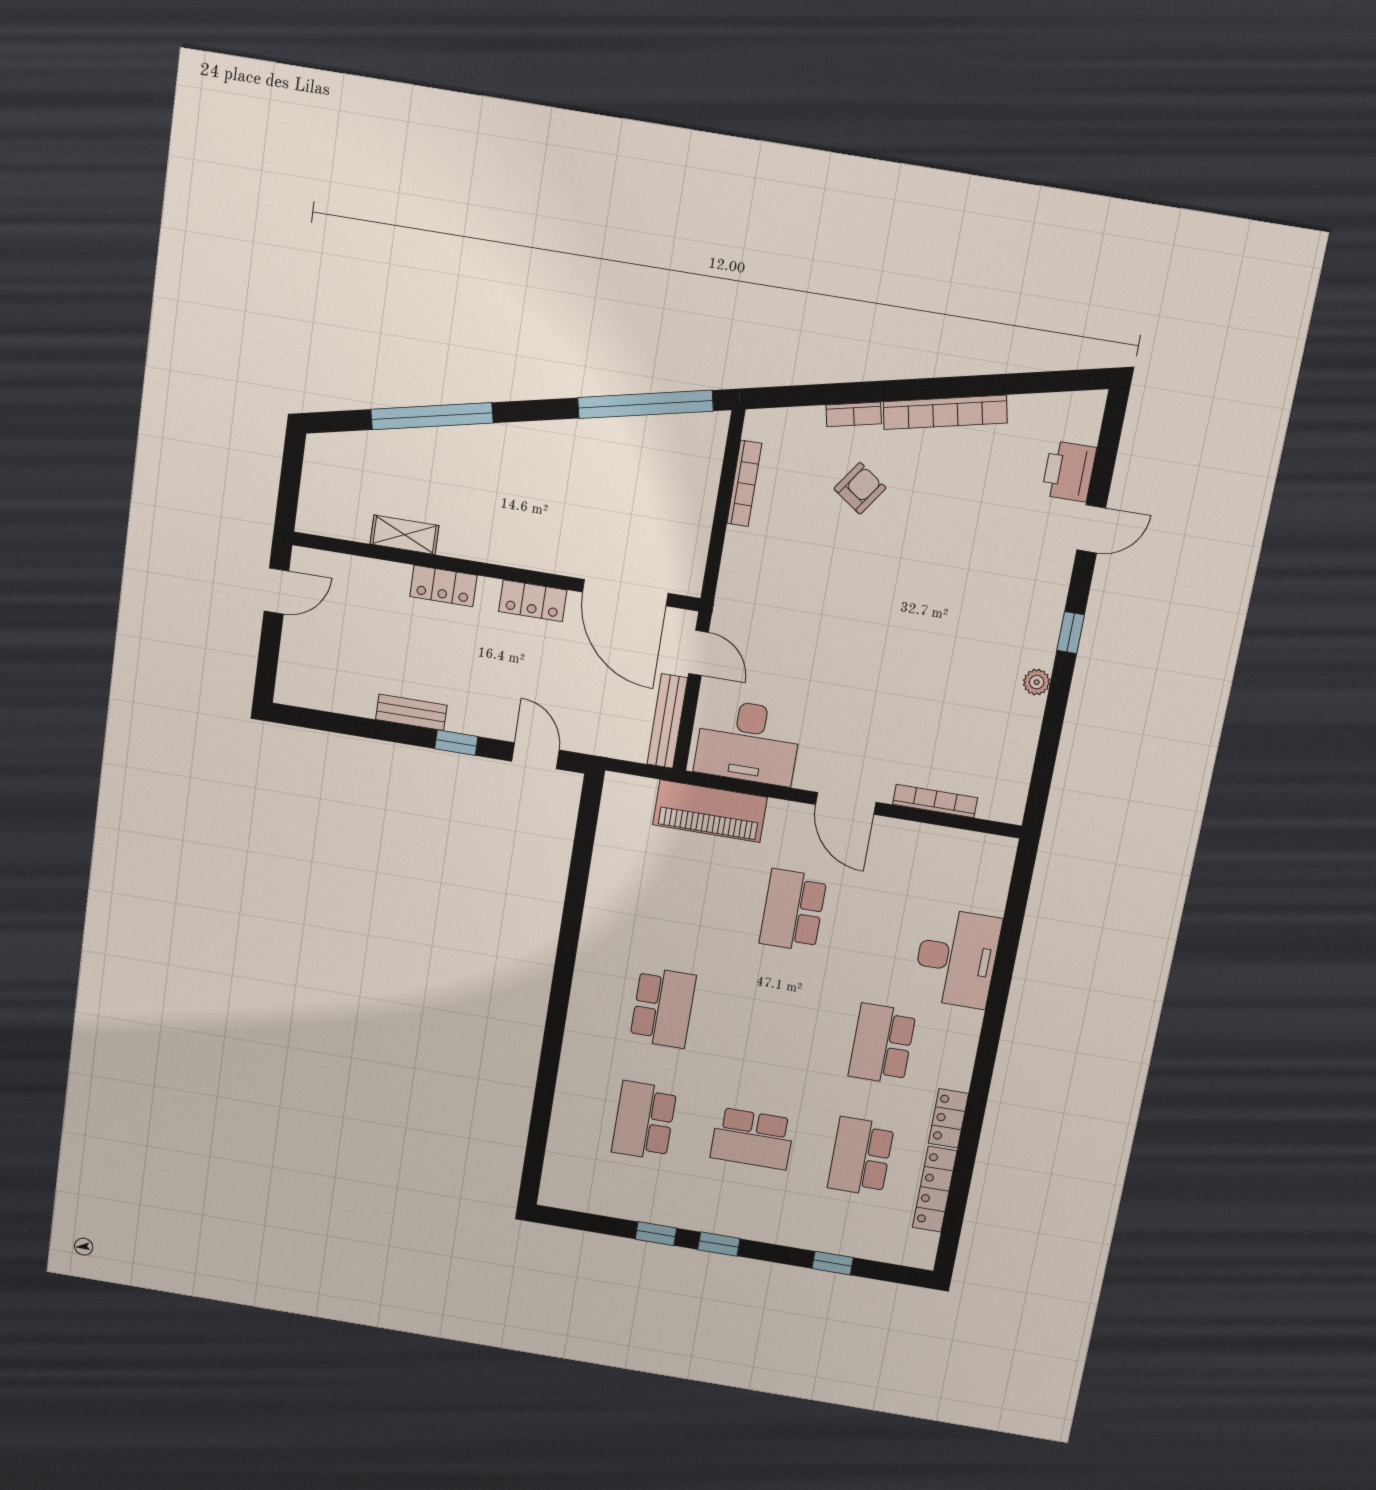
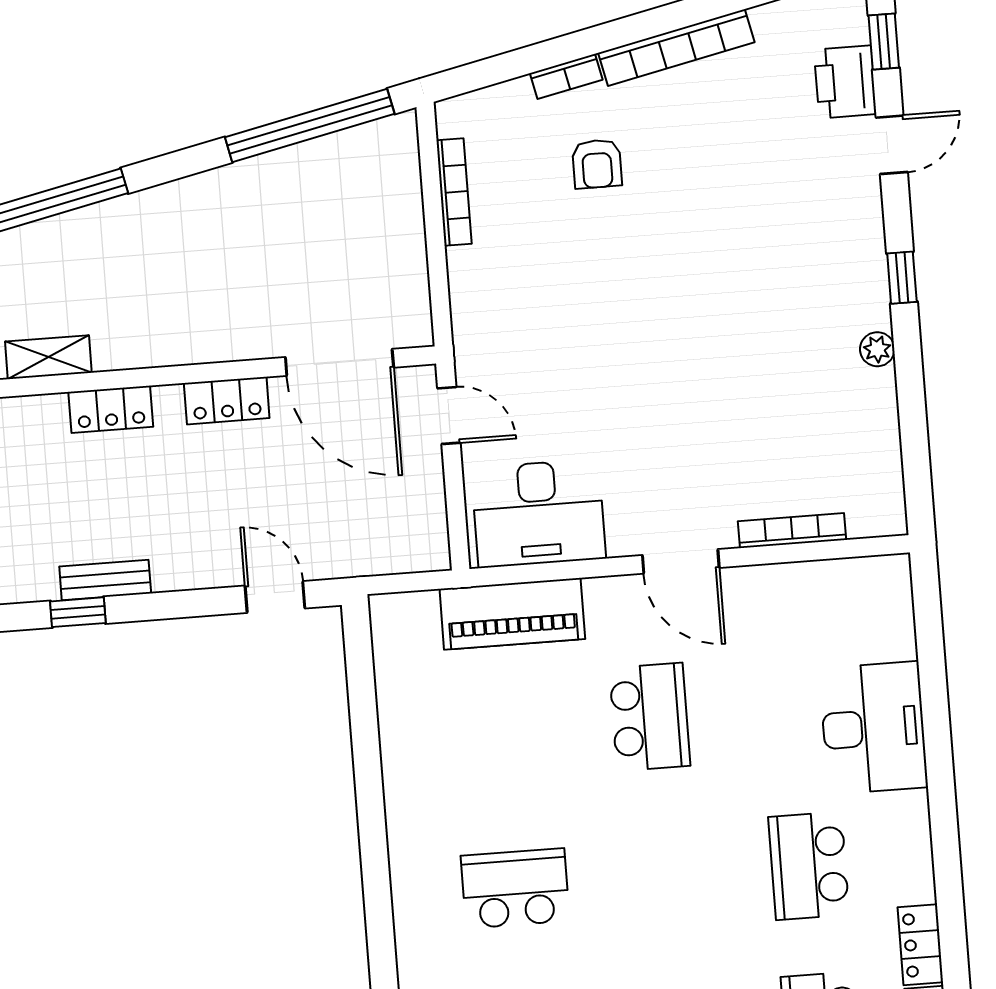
window: (1108, 447) -> (884, 41), added
armchair: (860, 488) -> (597, 164), turned 145
bench: (667, 721) -> (431, 512), removed
window: (456, 743) -> (78, 612), moved
school desk: (793, 910) -> (650, 717), turned 180
school desk: (663, 1008) -> (515, 888), turned -90

